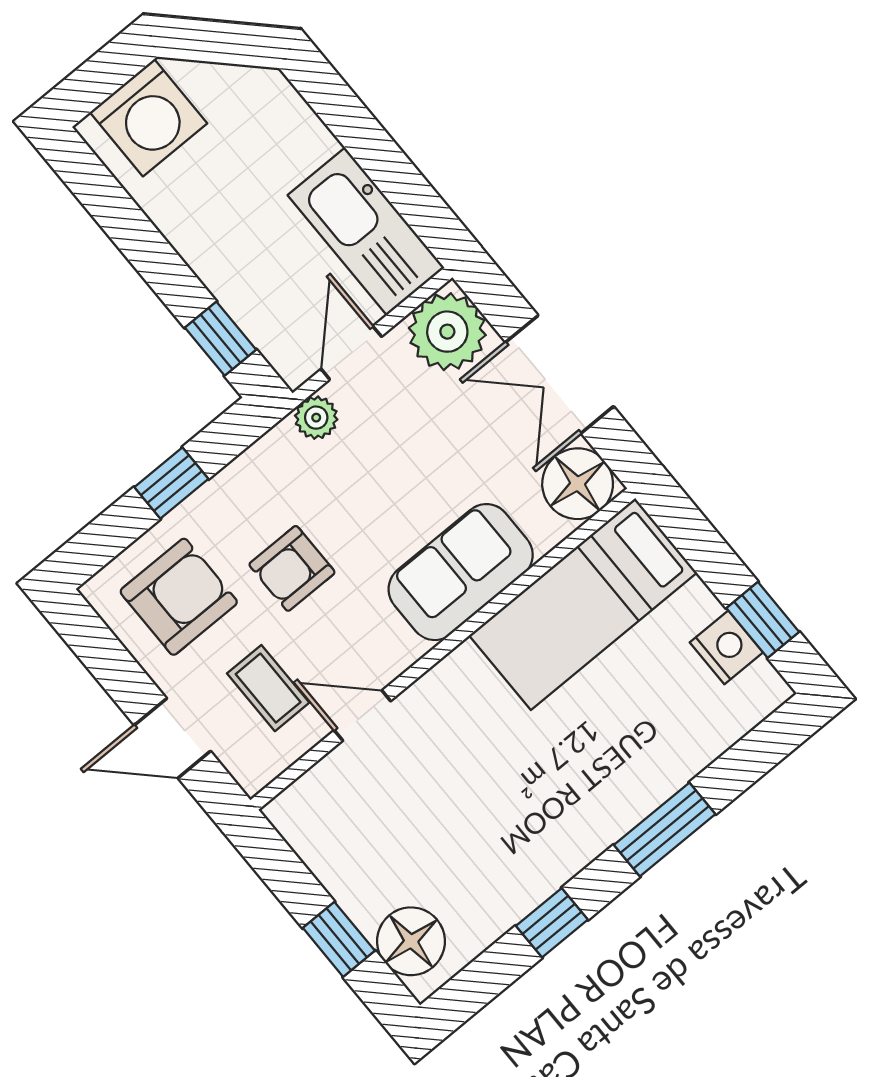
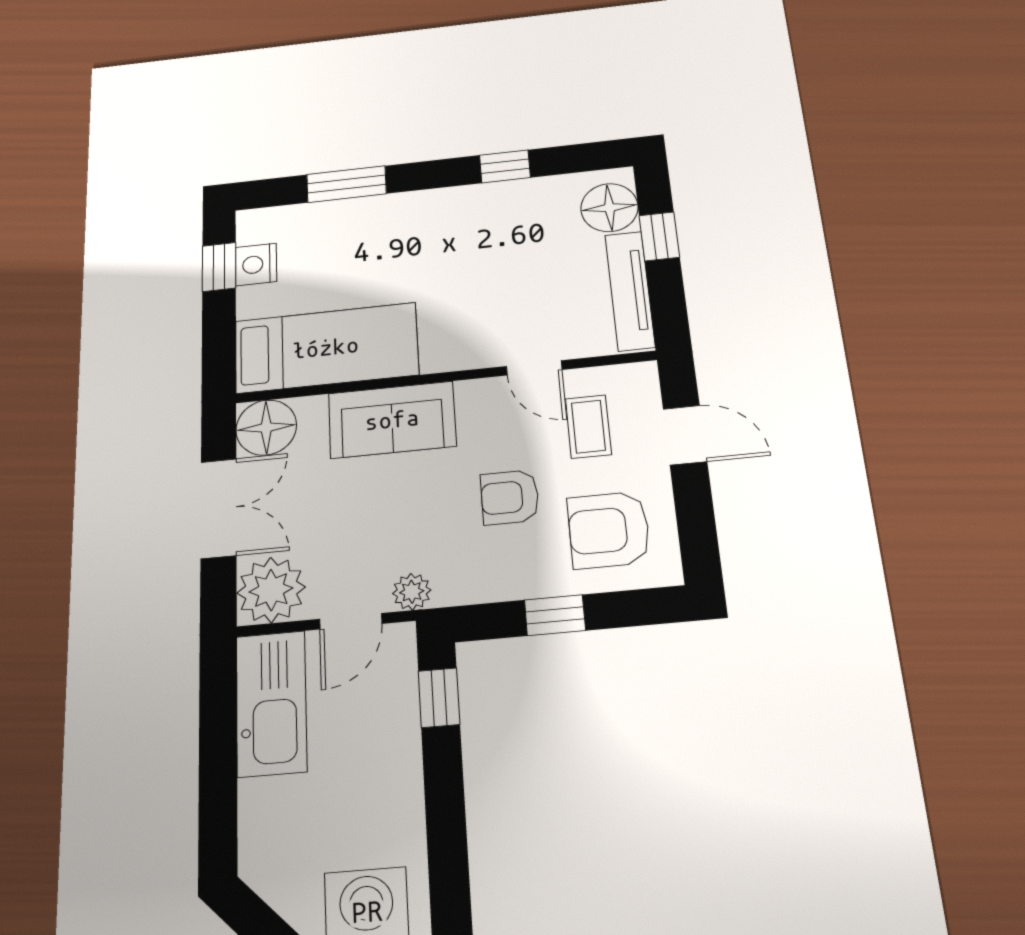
armchair: (292, 568) -> (510, 497), turned 180
window: (665, 830) -> (346, 184), moved
tv unit: (327, 860) -> (630, 291), added

